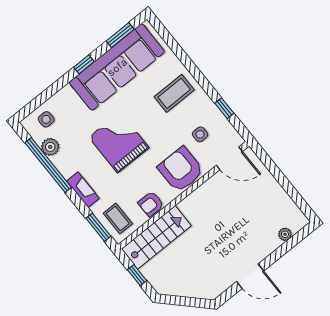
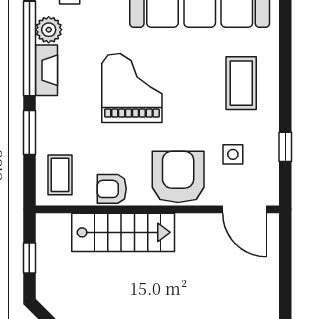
coffee table: (174, 93) -> (241, 83), turned 90
fireplace: (83, 190) -> (46, 70), moved
window: (98, 227) -> (29, 132), moved
stairs: (156, 237) -> (123, 232), moved

